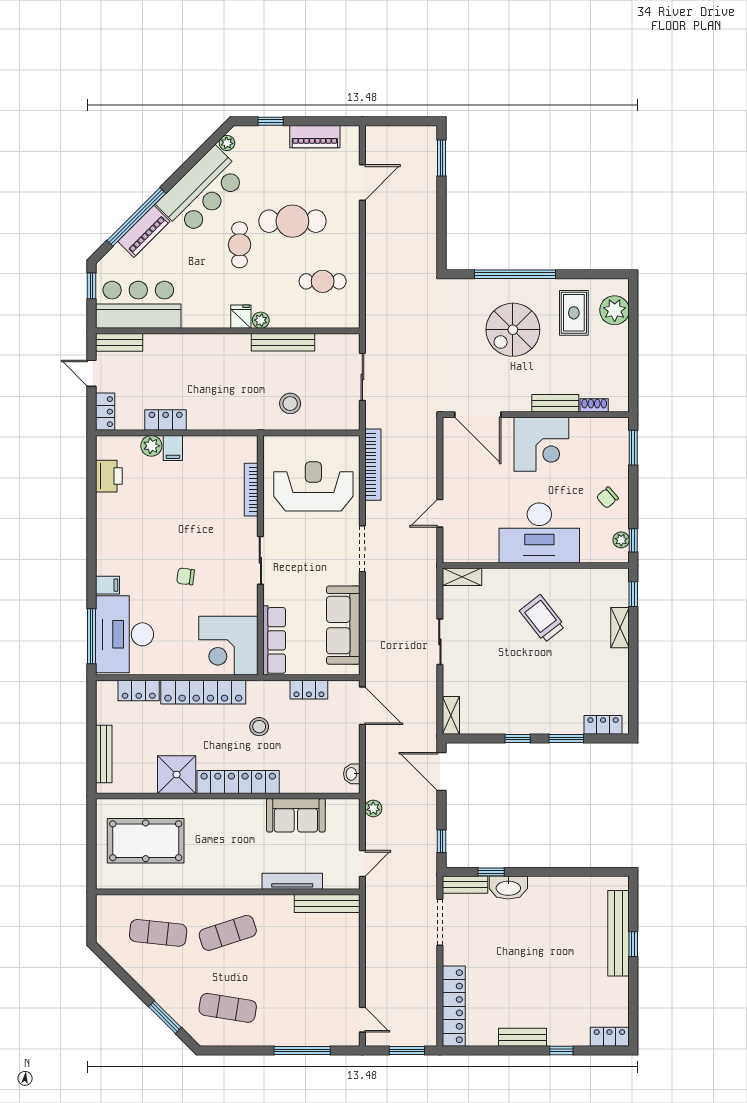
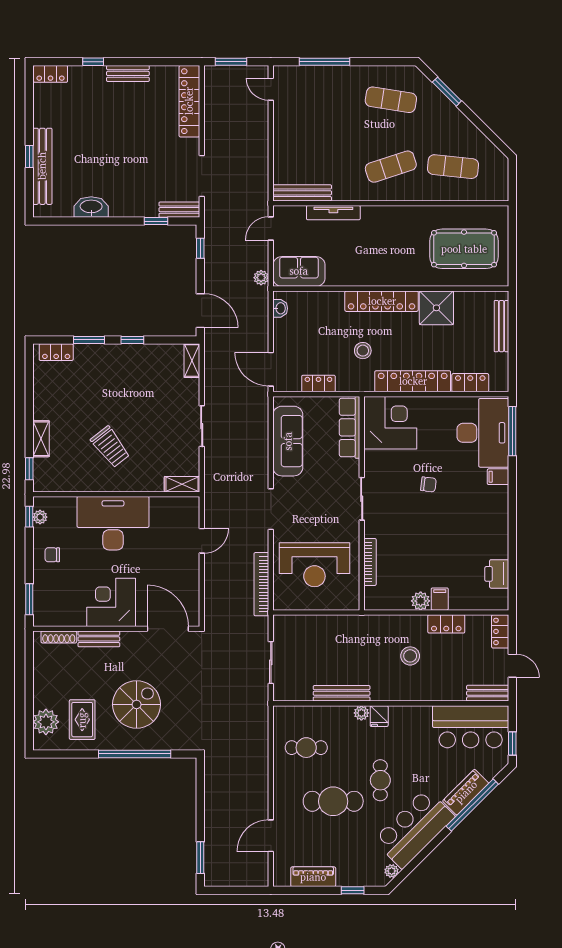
stool: (290, 403) -> (410, 656), moved
shoe rack: (594, 405) -> (59, 637), width x1.43
plant: (151, 446) -> (421, 601), moved
chair: (607, 498) -> (52, 555), turned -139
sofa: (296, 815) -> (299, 271), moved
washbasin: (508, 888) -> (91, 207), moved

